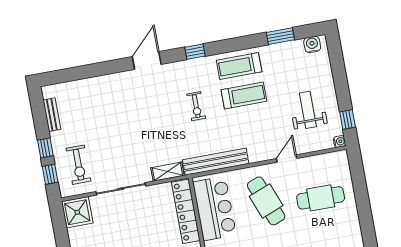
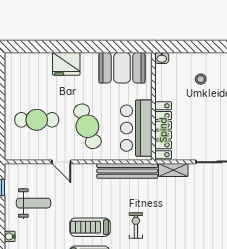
weight bench: (308, 110) -> (34, 203), turned -90
water cooler: (340, 141) -> (10, 236), moved
door: (287, 158) -> (61, 162), hinge flipped

